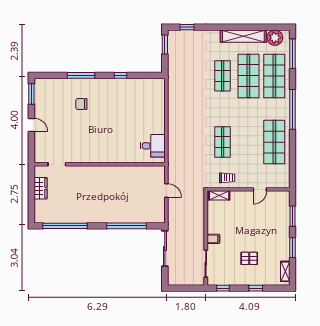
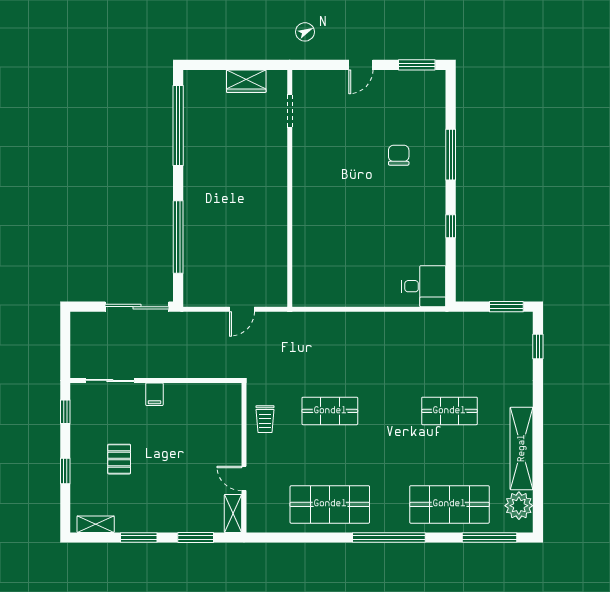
shop shelf: (248, 76) -> (449, 458), removed
desk: (153, 146) -> (424, 286), moved, turned -90
shelving: (219, 195) -> (233, 513), moved

